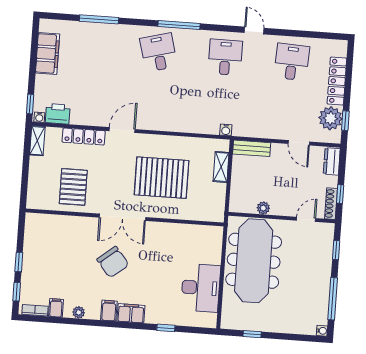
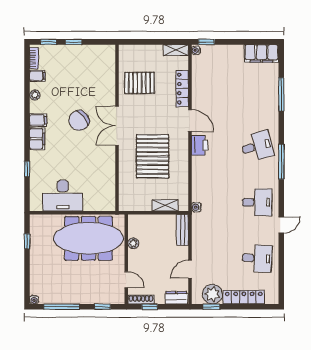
filing cabinet: (48, 54) -> (261, 53), moved
printer: (58, 114) -> (200, 145), moved

